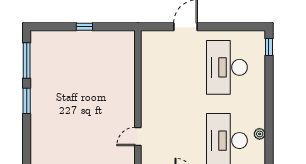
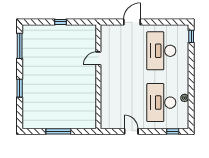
window: (27, 101) -> (20, 88), moved
door: (138, 137) -> (98, 58), moved

